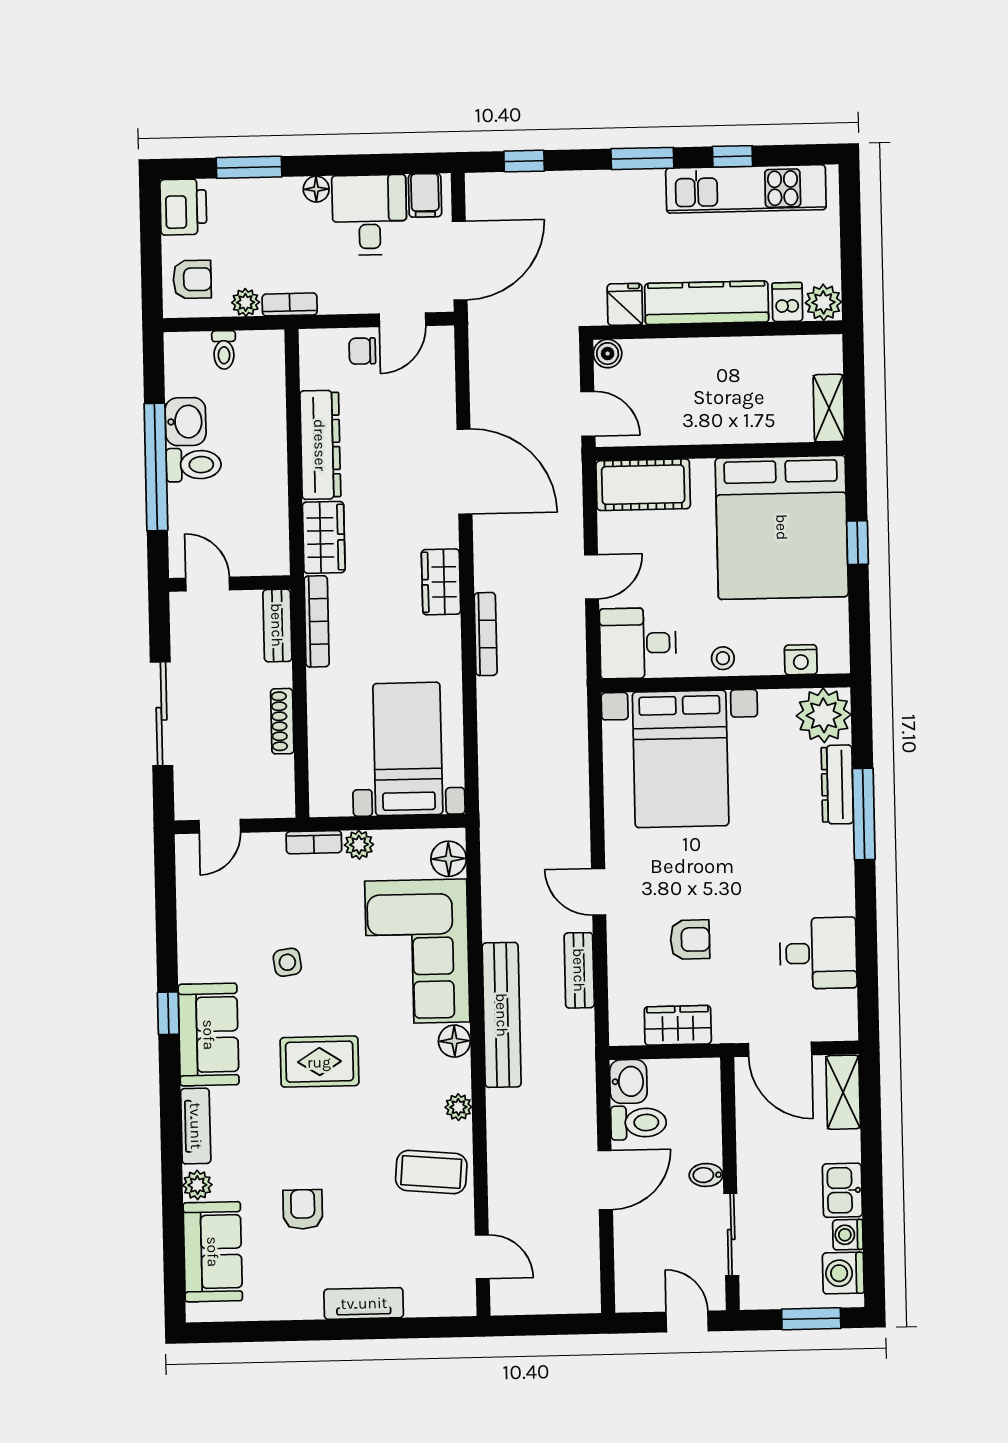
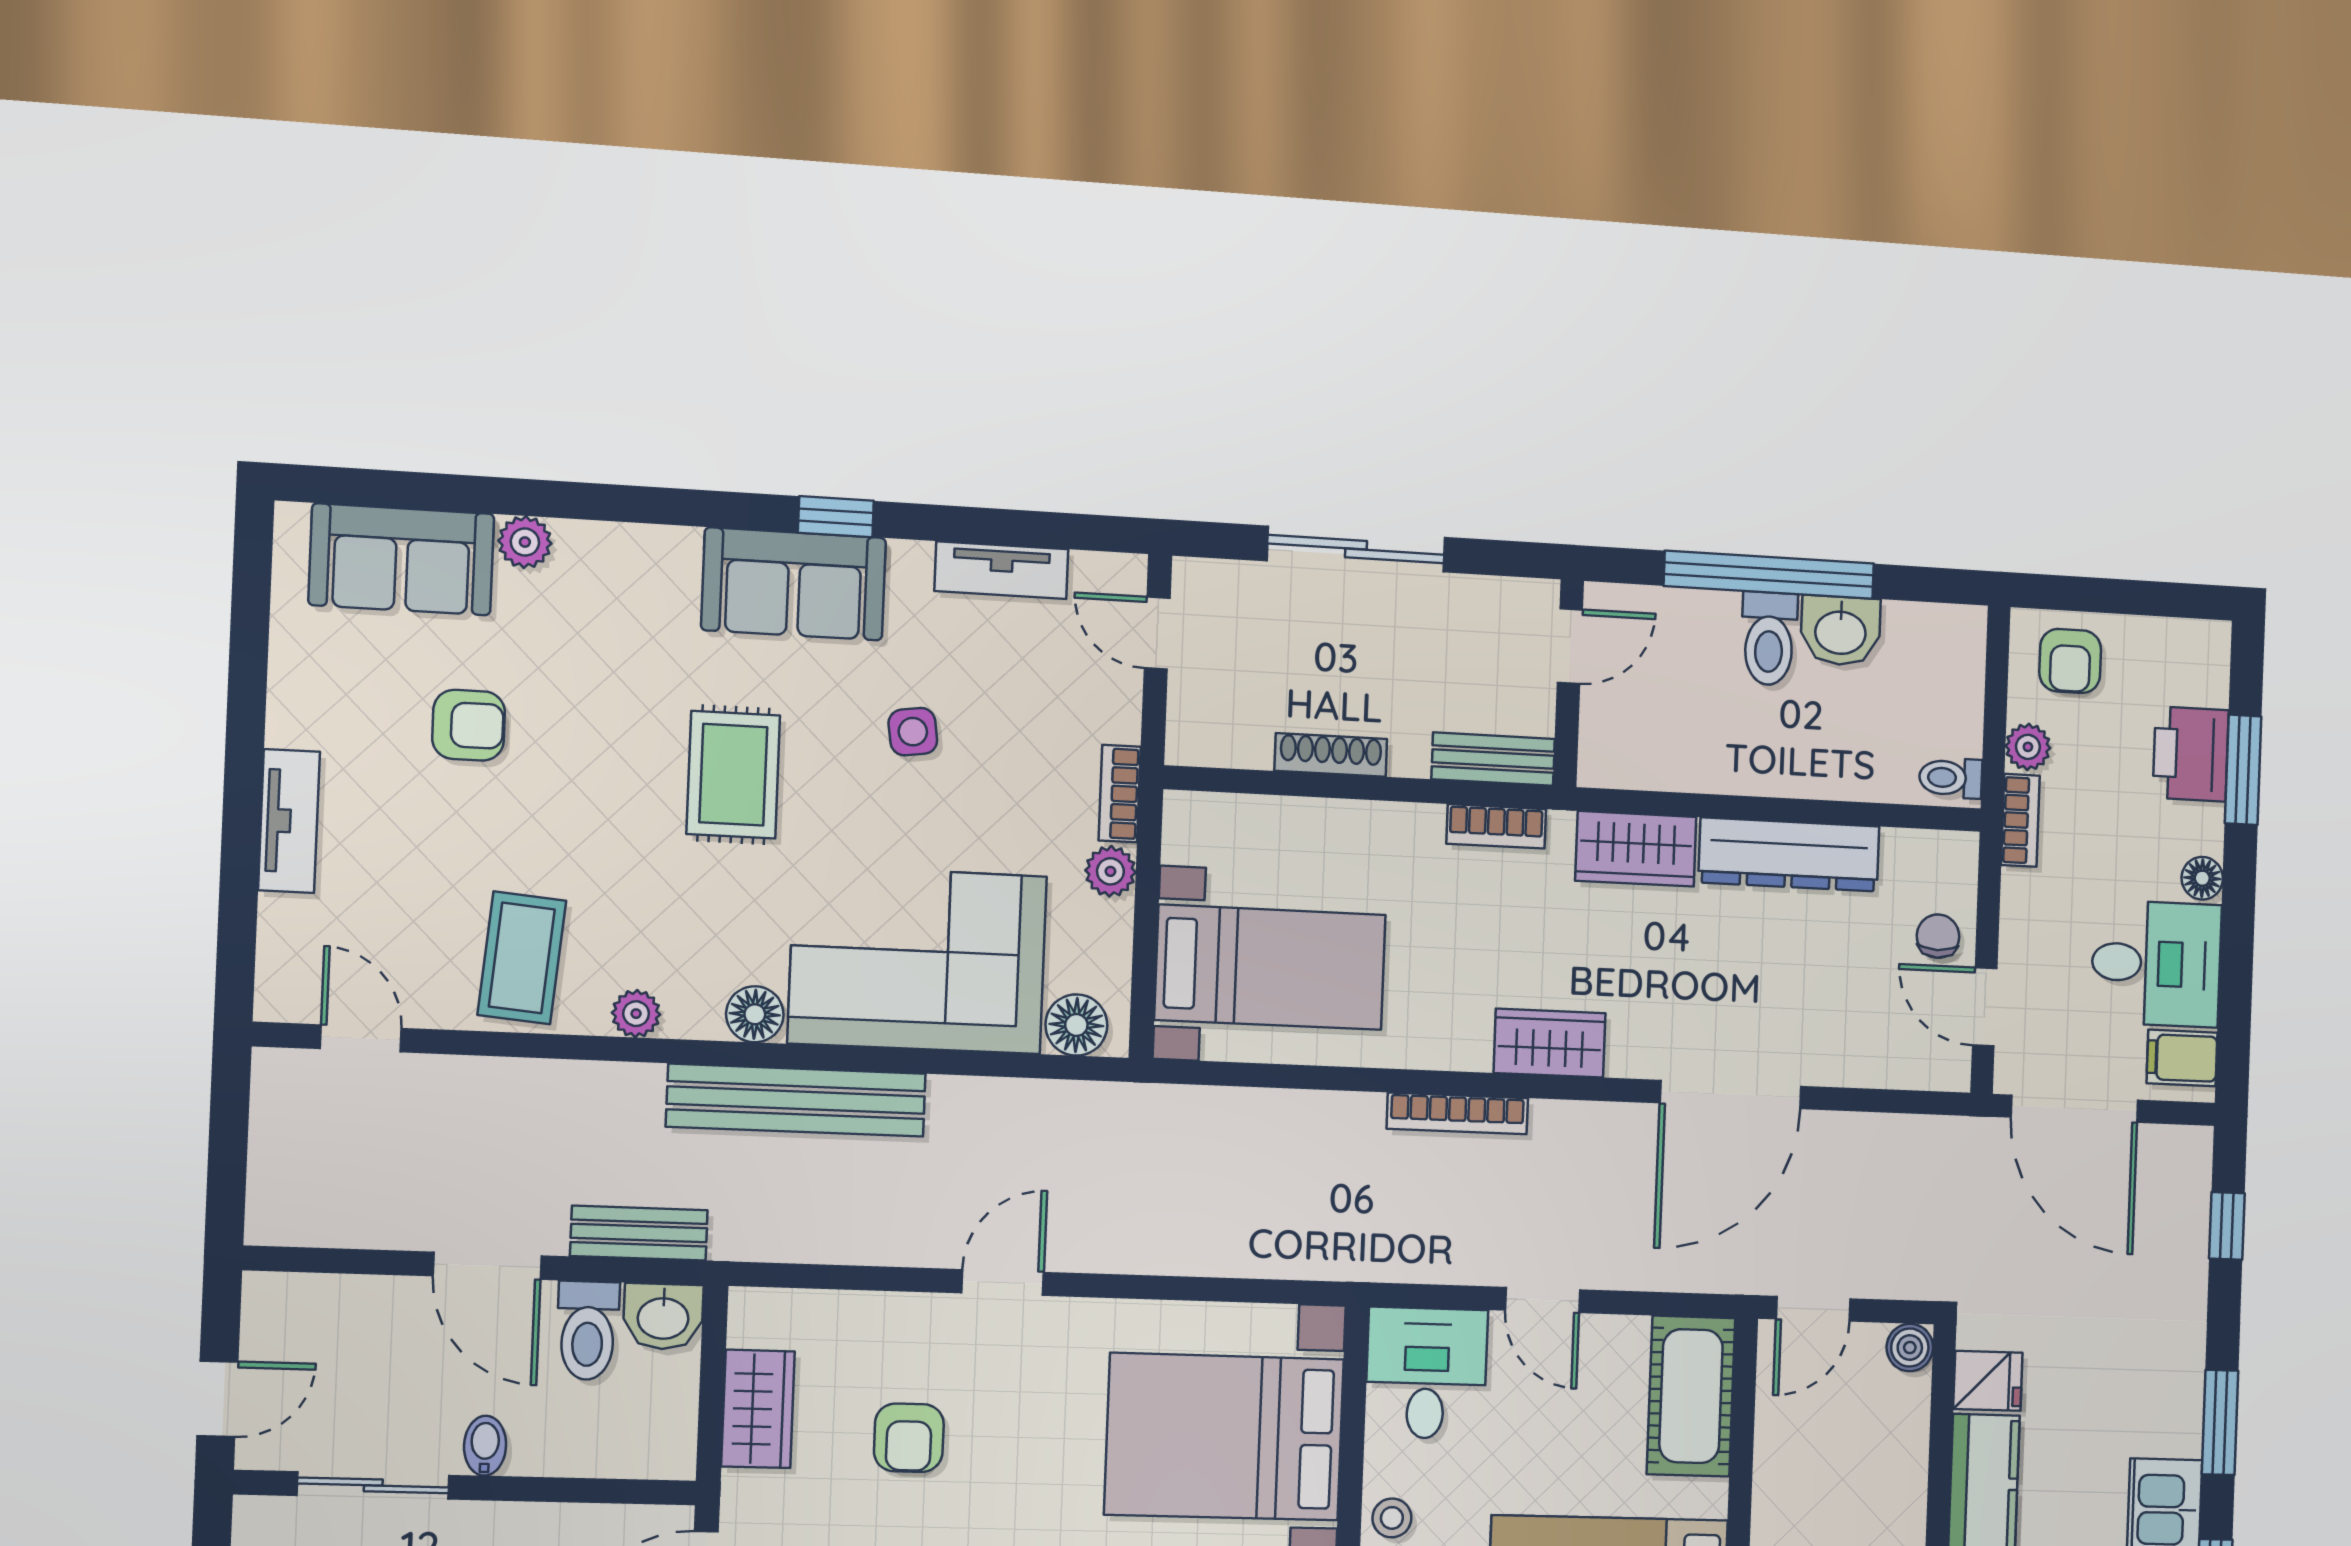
printer: (183, 207) -> (2191, 754), moved, turned 90
toilet: (224, 350) -> (1951, 778), moved
bookcase: (317, 621) -> (1496, 826), width x0.64
bench: (579, 970) -> (639, 1233), moved
tv unit: (196, 1126) -> (1001, 570), moved
door: (482, 1257) -> (361, 1038), swing flipped

